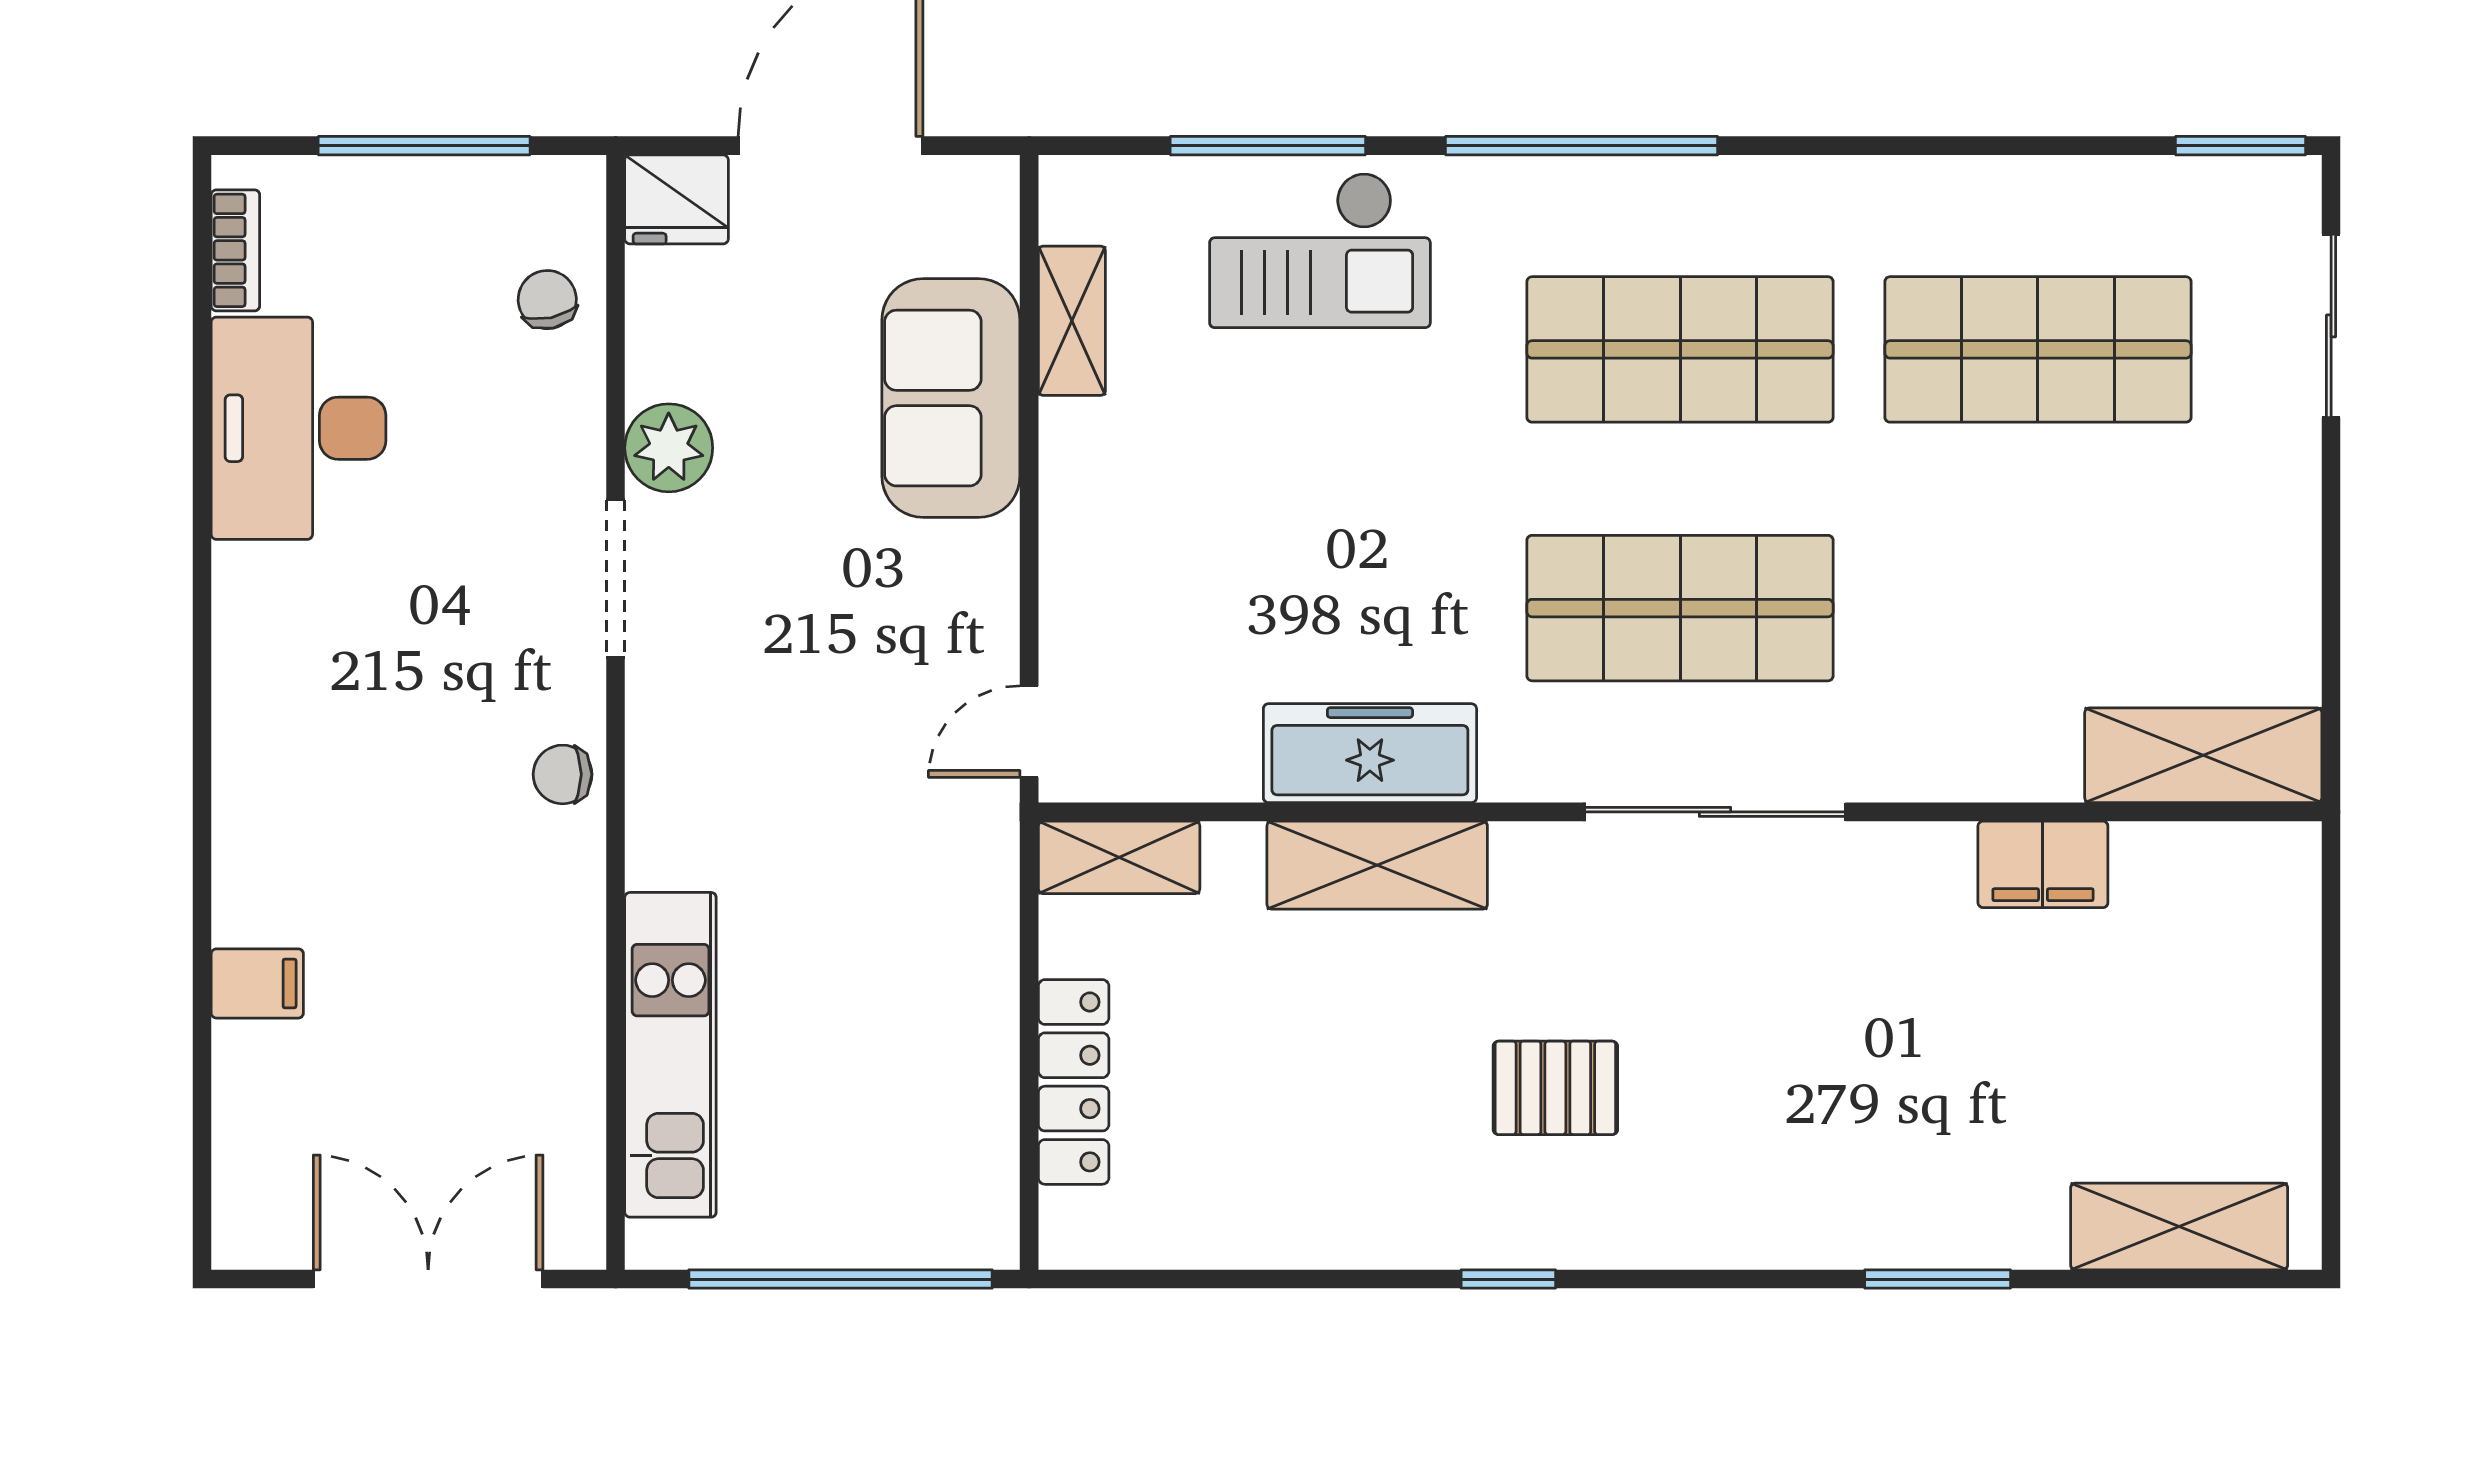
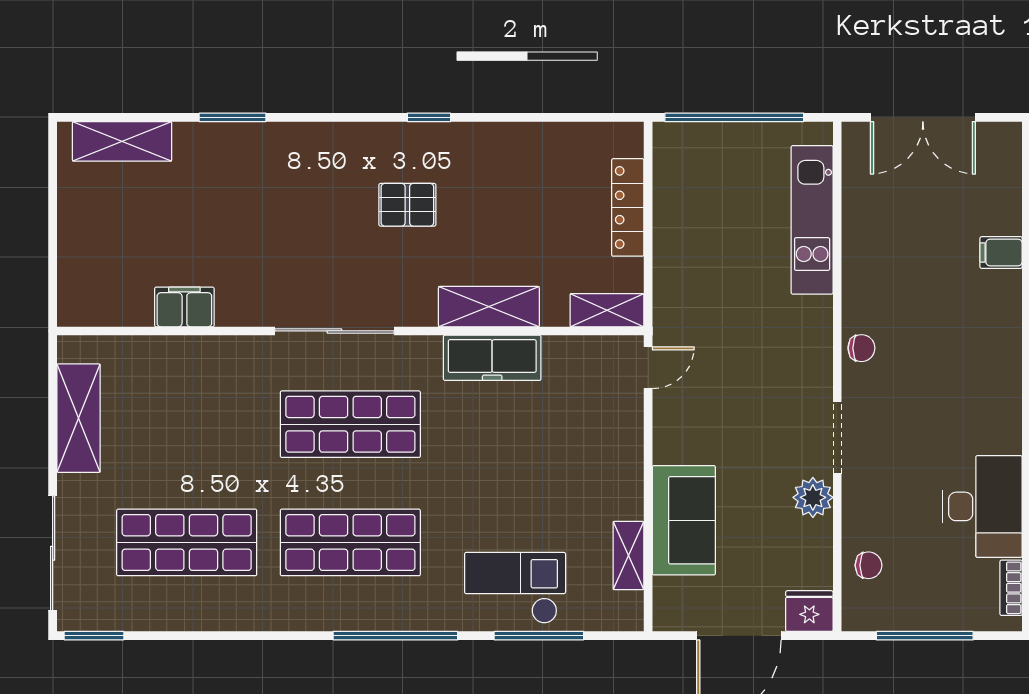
chair: (547, 300) -> (868, 565), turned -78
sliding door: (2331, 326) -> (53, 553), width x1.37
shelving: (2203, 755) -> (79, 418), moved, turned 90

